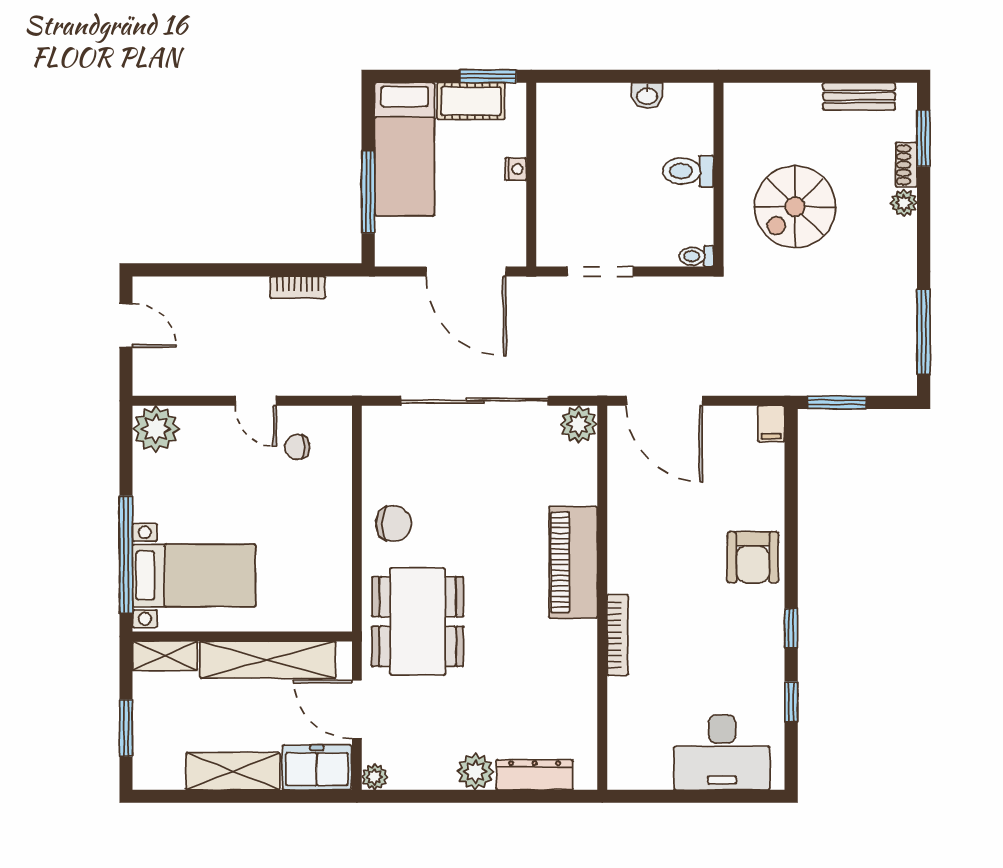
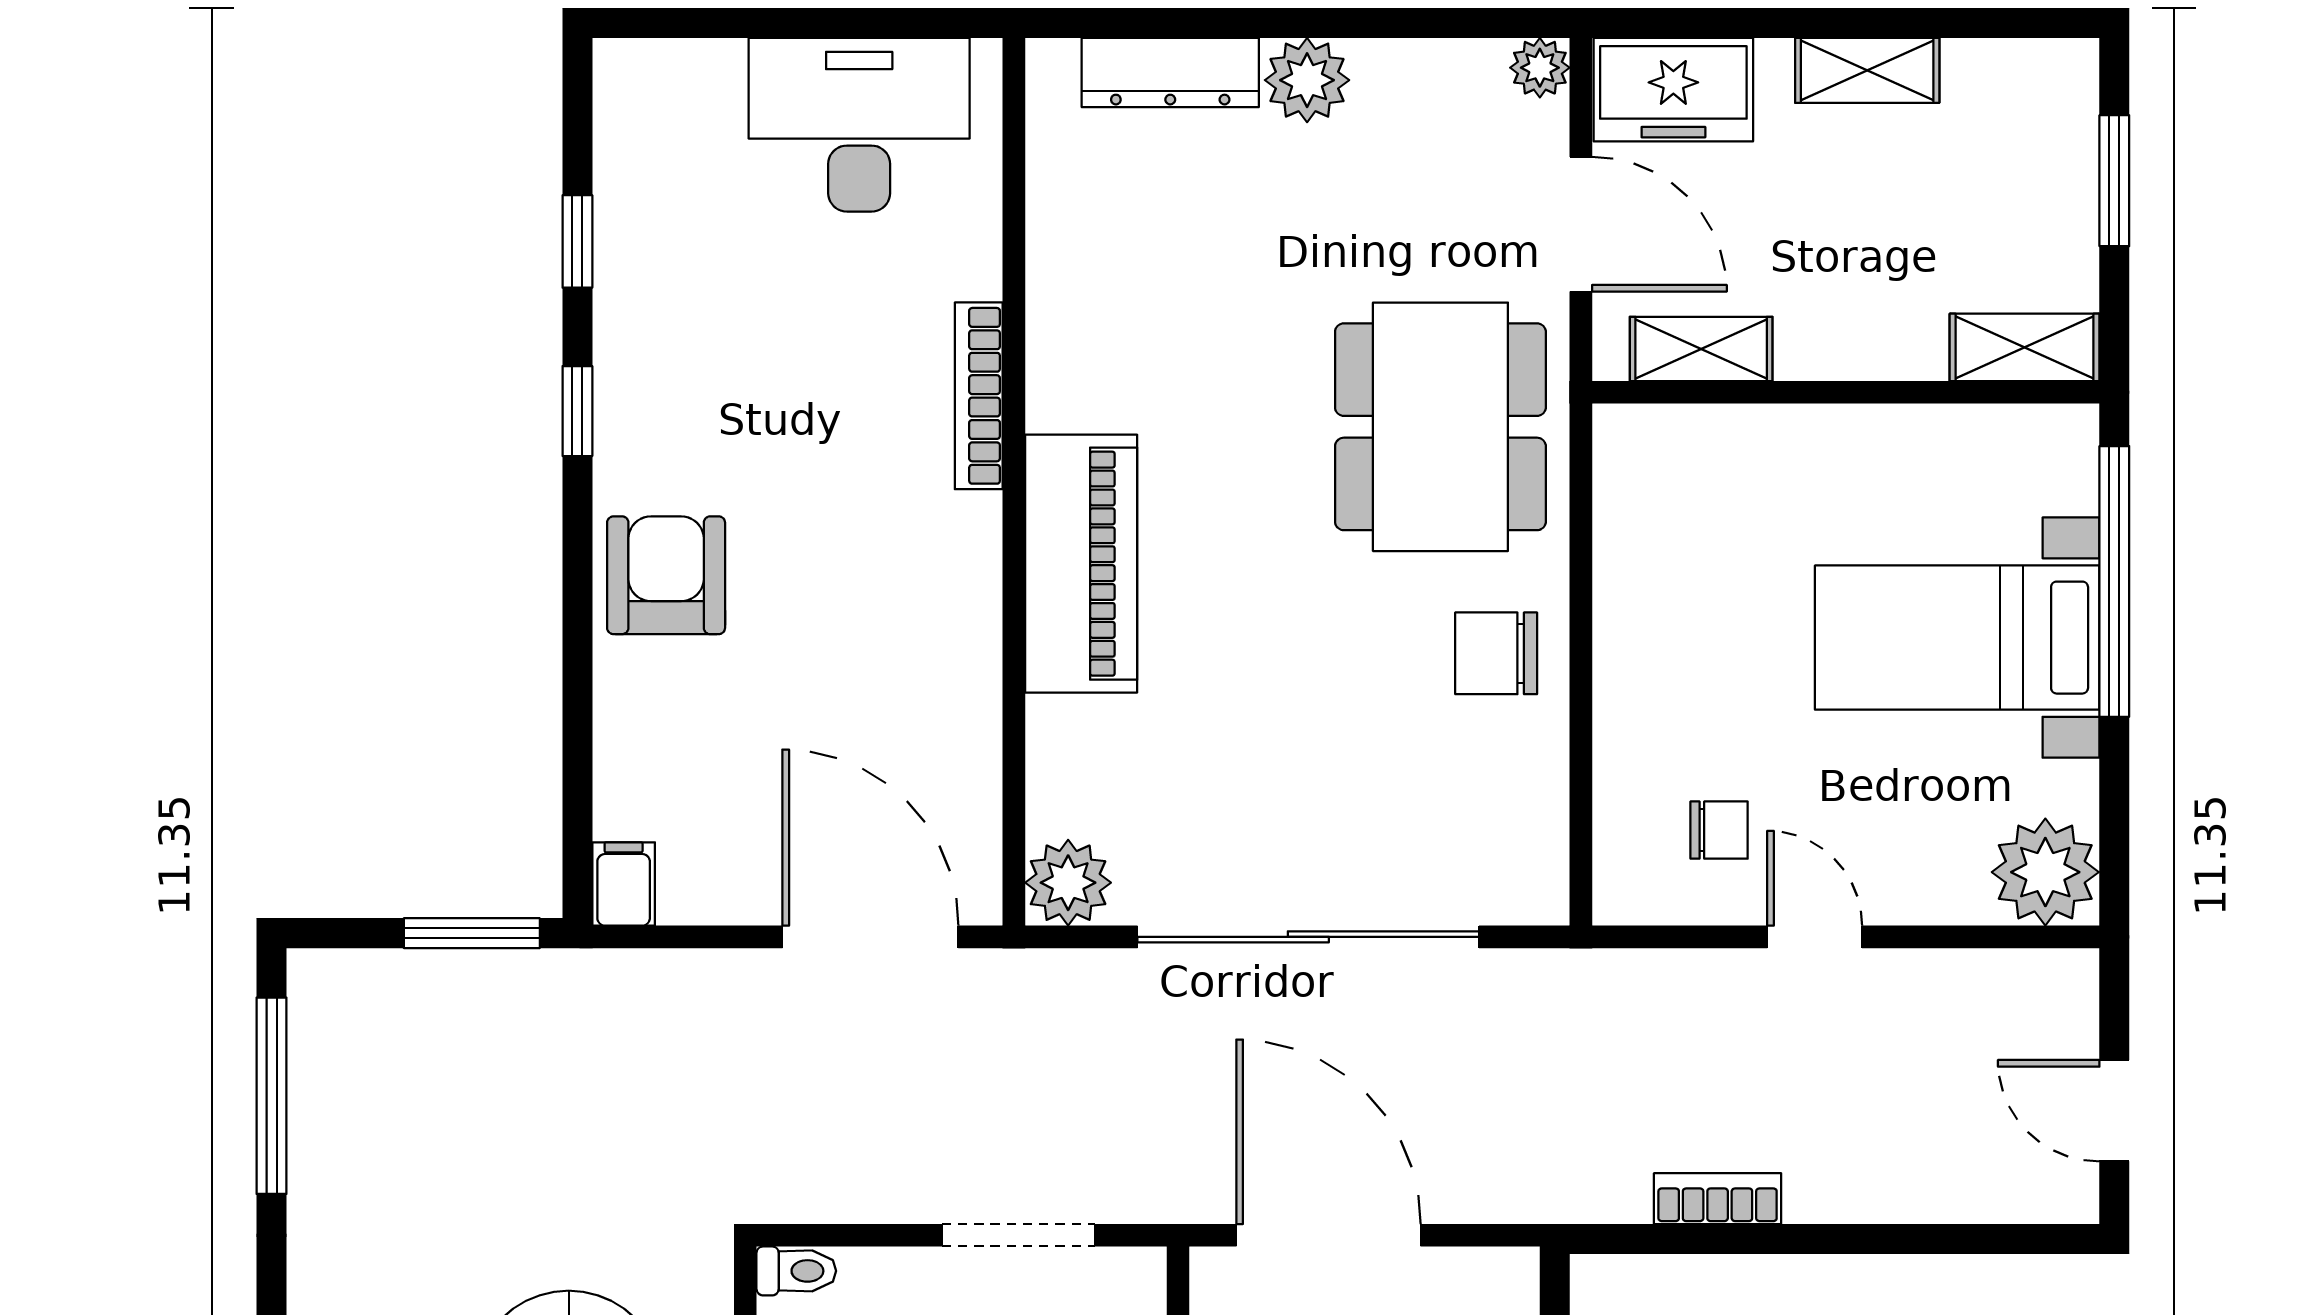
bed with nightstands: (194, 576) -> (1957, 638), moved
shelving: (268, 660) -> (1701, 349), width x0.45, depth x0.75
desk: (722, 752) -> (859, 125), moved
shelving: (233, 771) -> (1867, 70), width x0.67, depth x0.75

